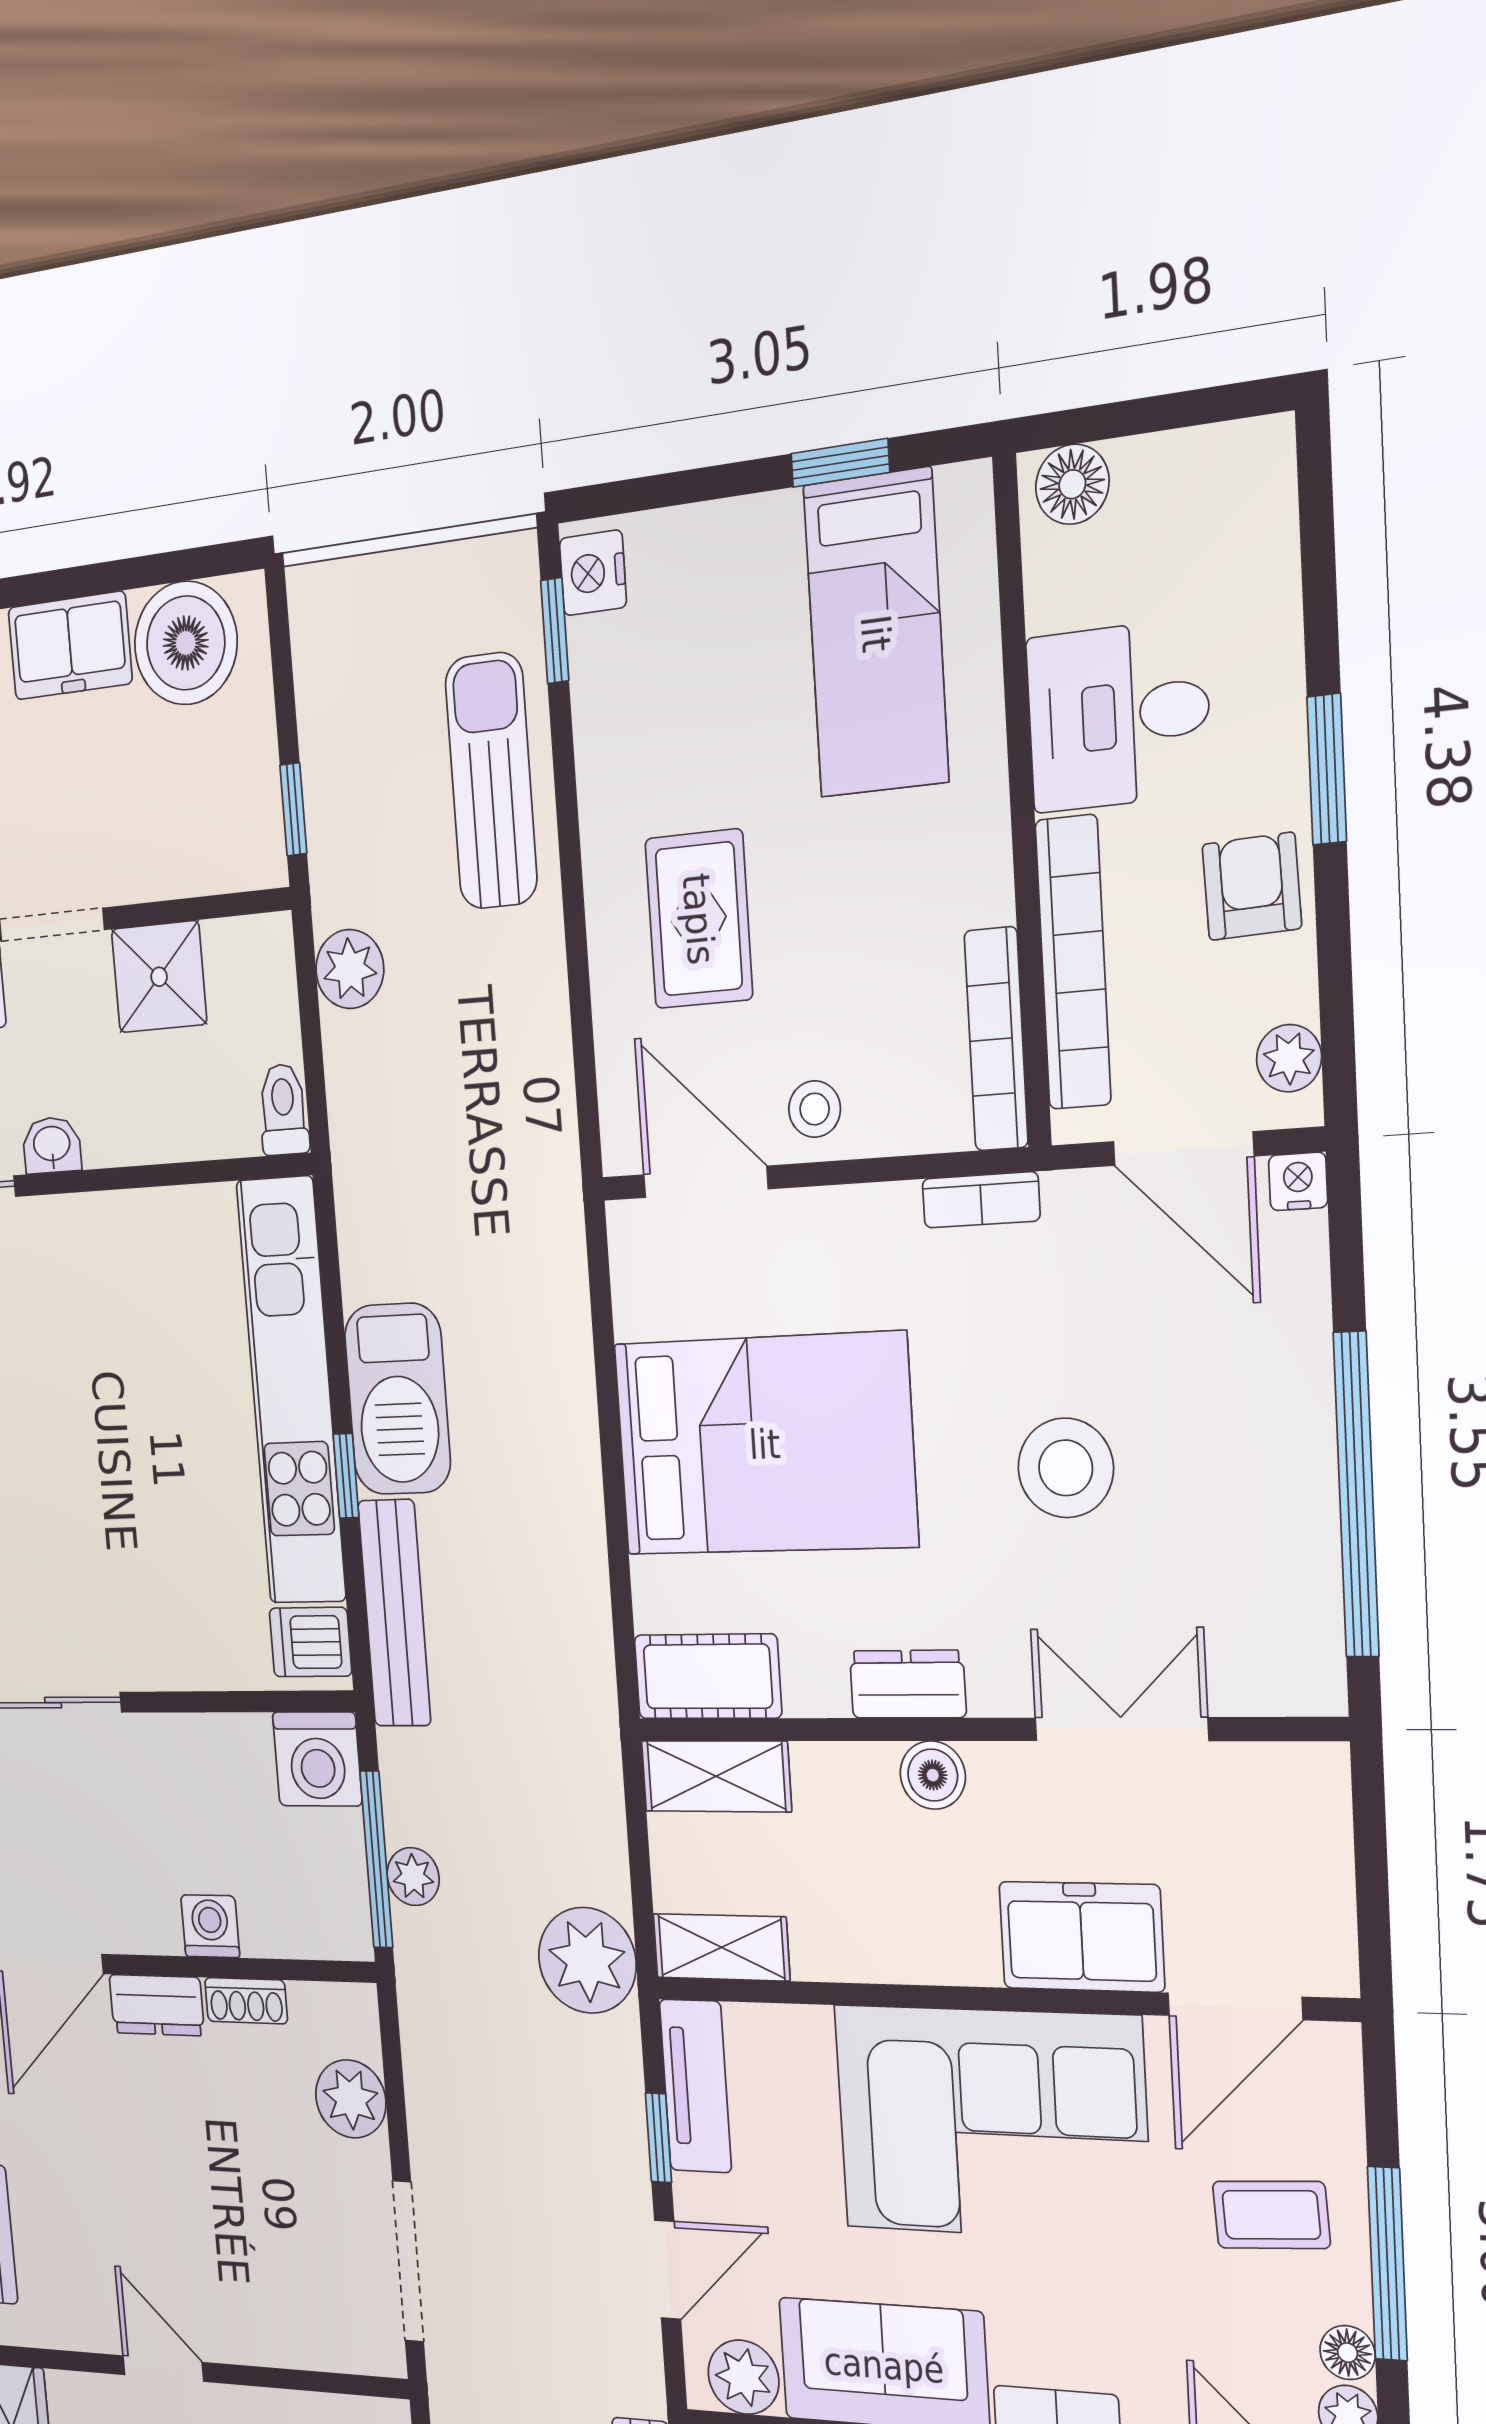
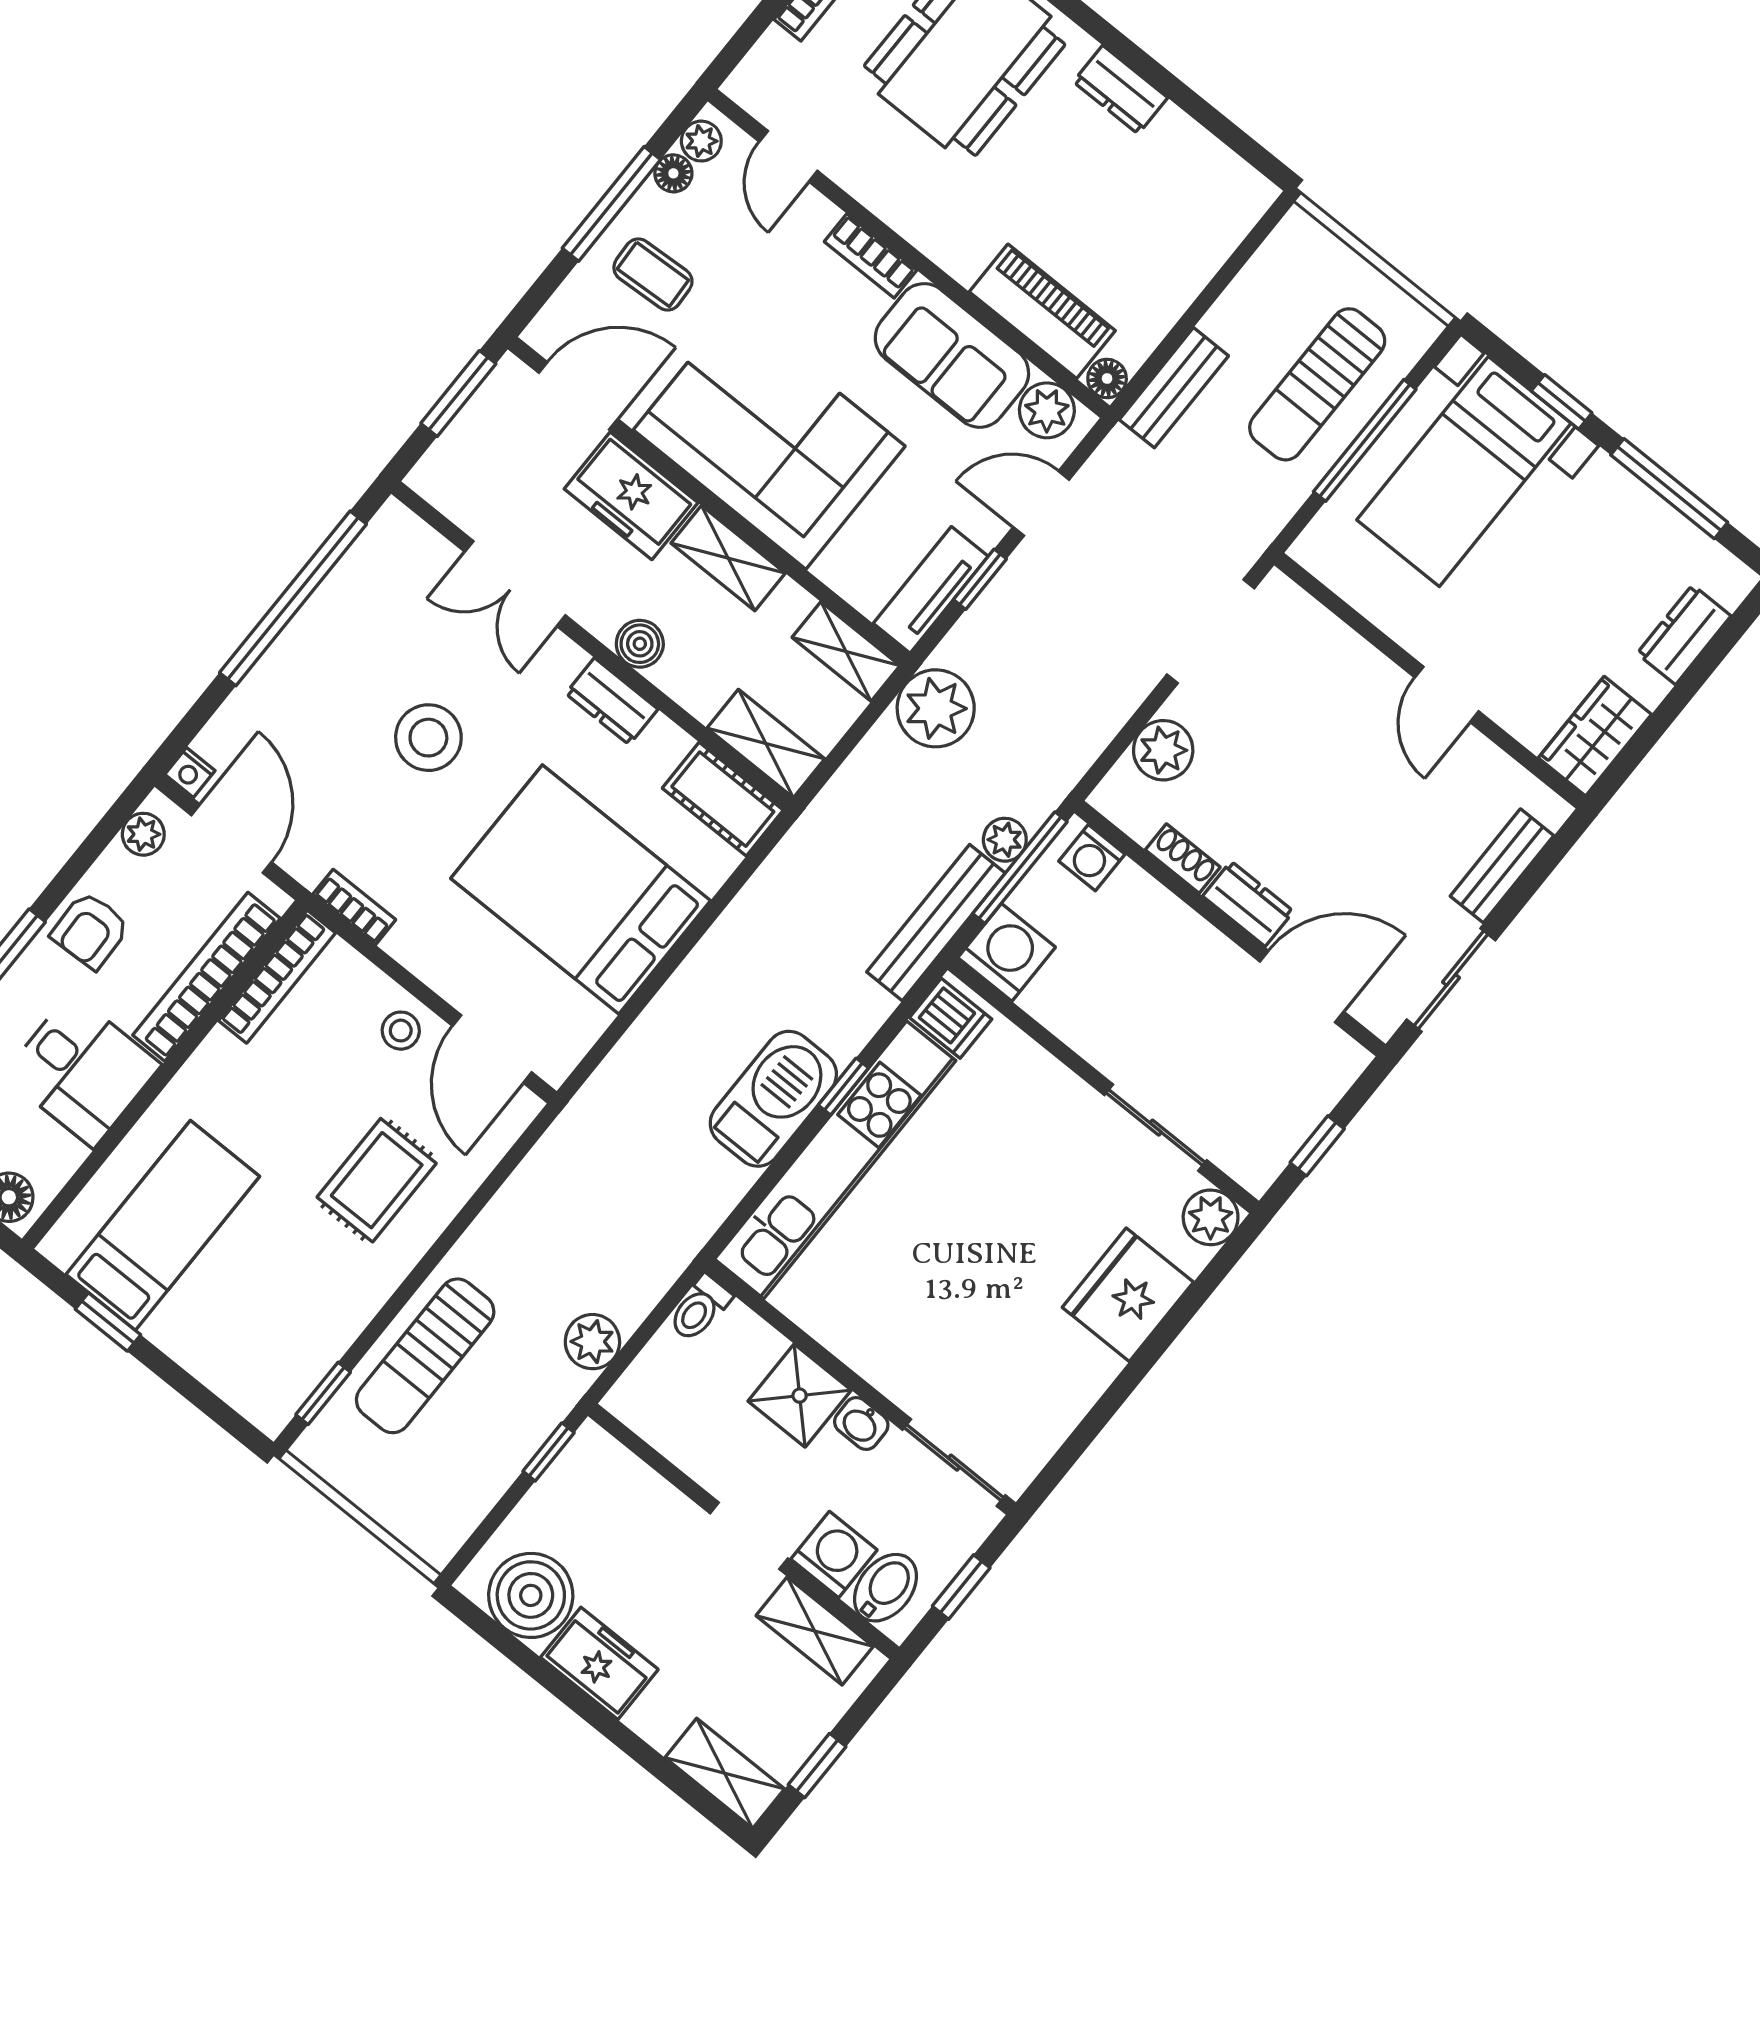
nightstand: (593, 573) -> (278, 1400), removed
shower: (159, 977) -> (800, 1396), moved
bench: (394, 1613) -> (936, 923), moved
window: (1373, 1900) -> (458, 394), added
washing machine: (210, 1926) -> (1092, 858), moved
shelving: (922, 1951) -> (728, 558), added

